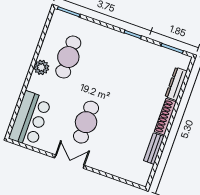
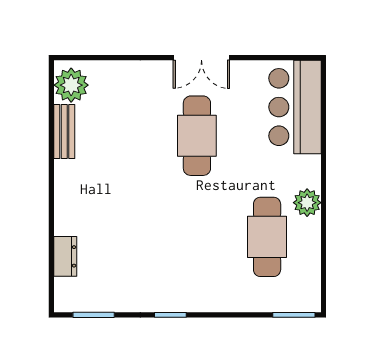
dresser: (176, 84) -> (65, 256), width x0.70
shoe rack: (165, 117) -> (64, 193), removed
plant: (142, 171) -> (71, 85), added

